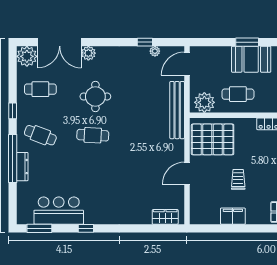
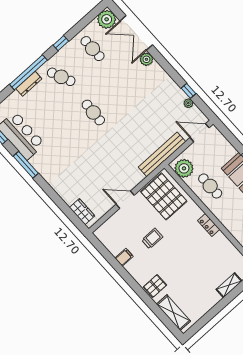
round table: (95, 96) -> (121, 91), removed
cafe table: (40, 135) -> (61, 77), turned -45
filing cabinet: (233, 216) -> (124, 257), width x0.50
window: (86, 228) -> (26, 165), width x2.17

